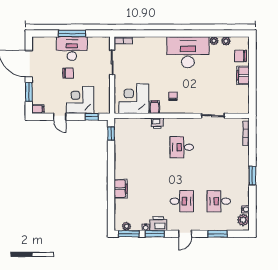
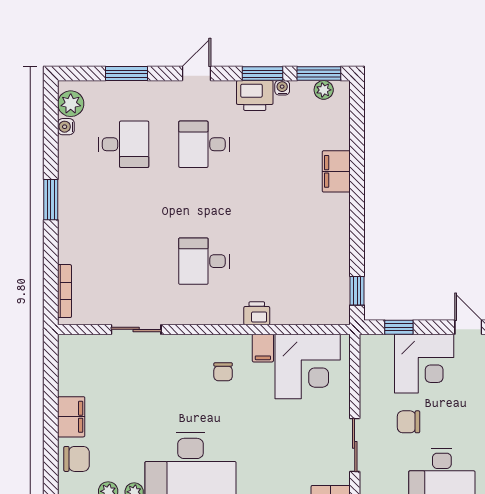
chair: (68, 73) -> (409, 422), moved
desk: (182, 147) -> (204, 261), turned 180

